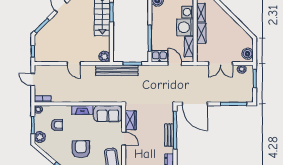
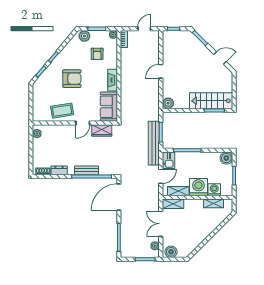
shelving: (201, 33) -> (173, 204), moved
bench: (117, 70) -> (154, 143), moved

